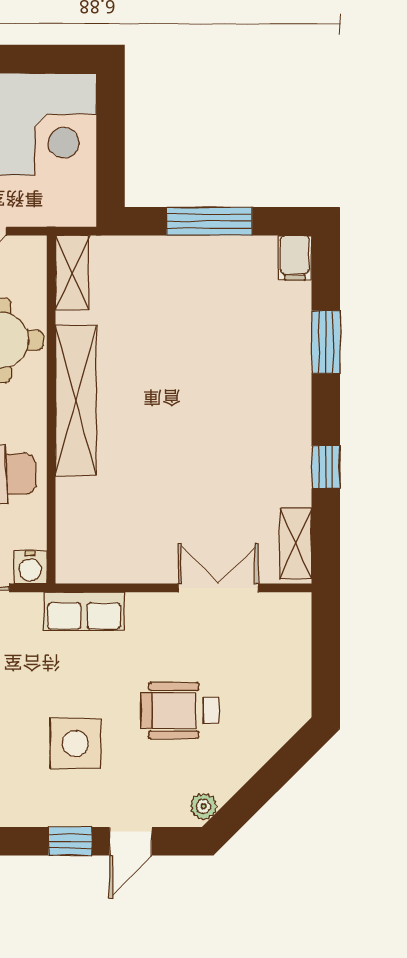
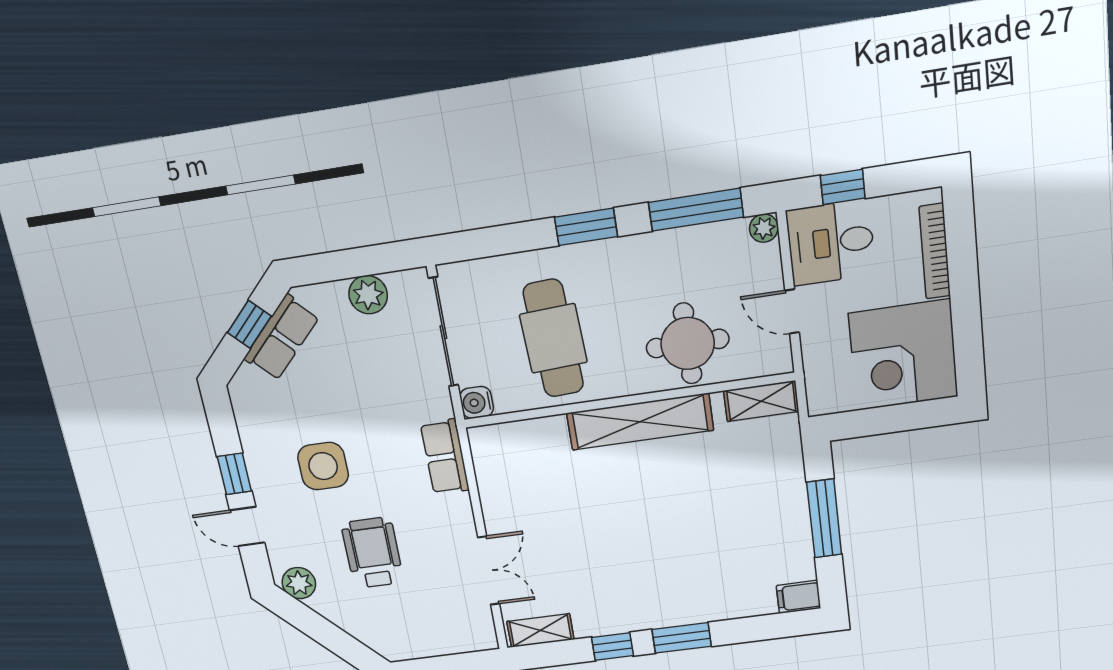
window: (326, 342) -> (682, 638), moved
plant: (203, 806) -> (299, 583), width x1.38, depth x1.38

